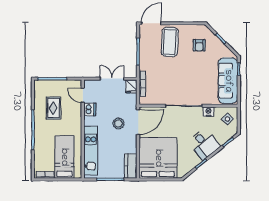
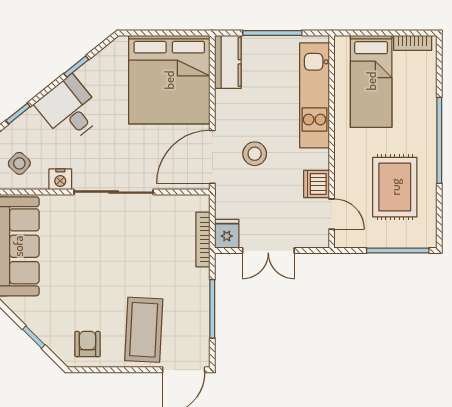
armchair: (199, 45) -> (87, 344), moved
rug: (53, 108) -> (395, 187), width x1.36, depth x1.43

